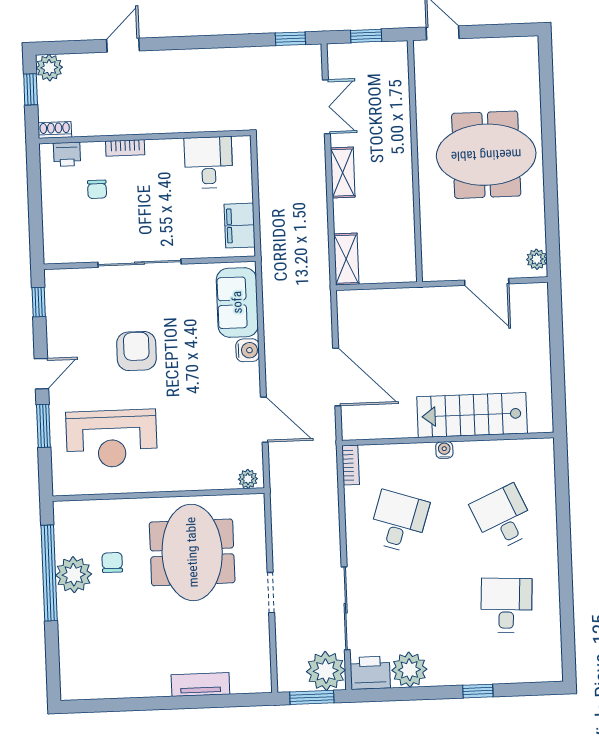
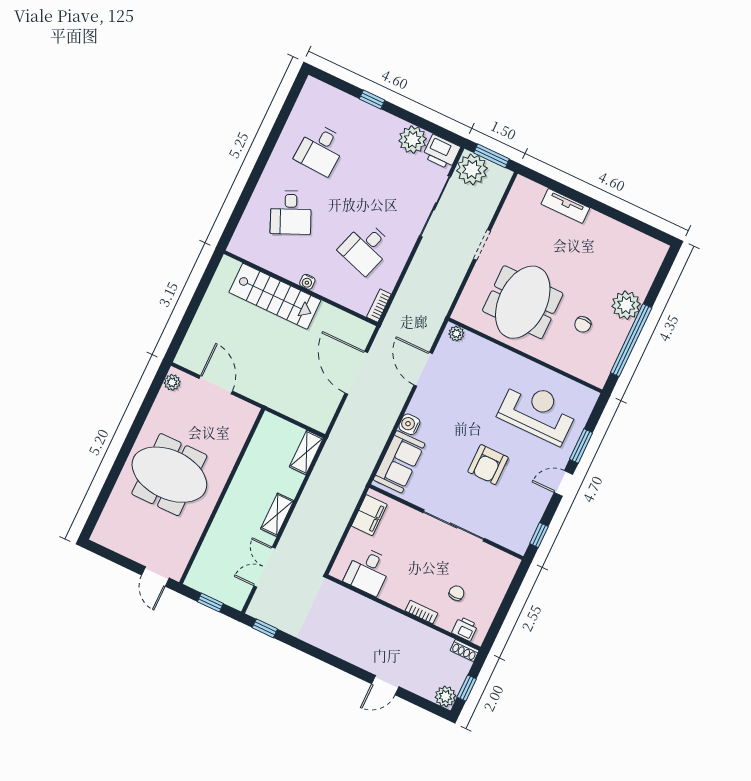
plant: (74, 575) -> (626, 305), moved

